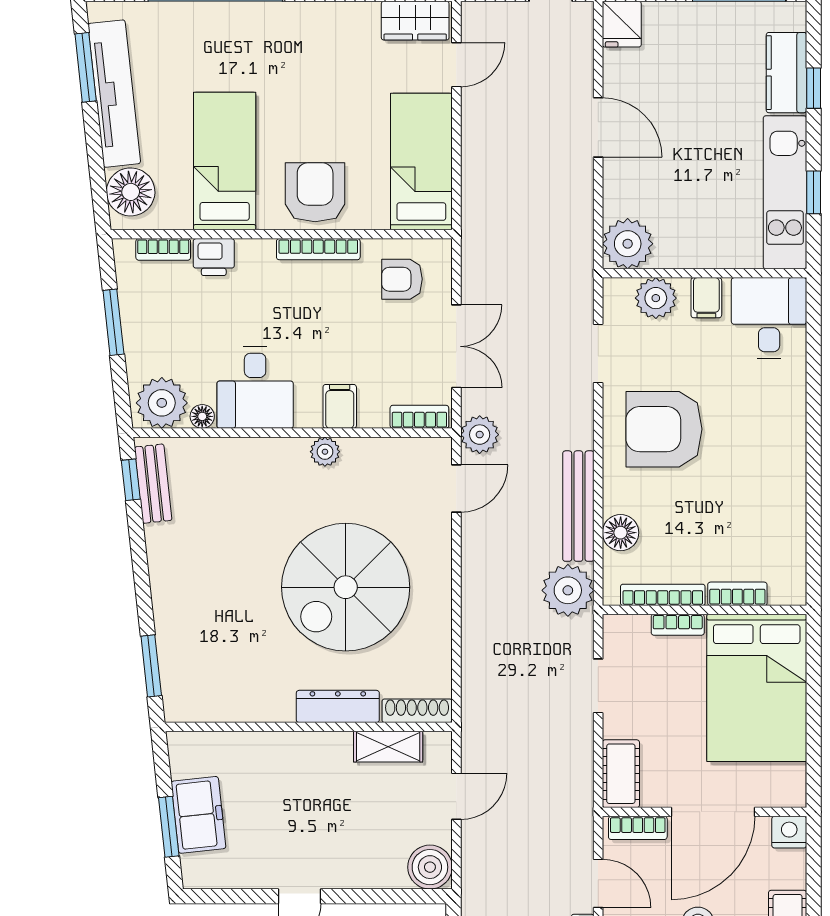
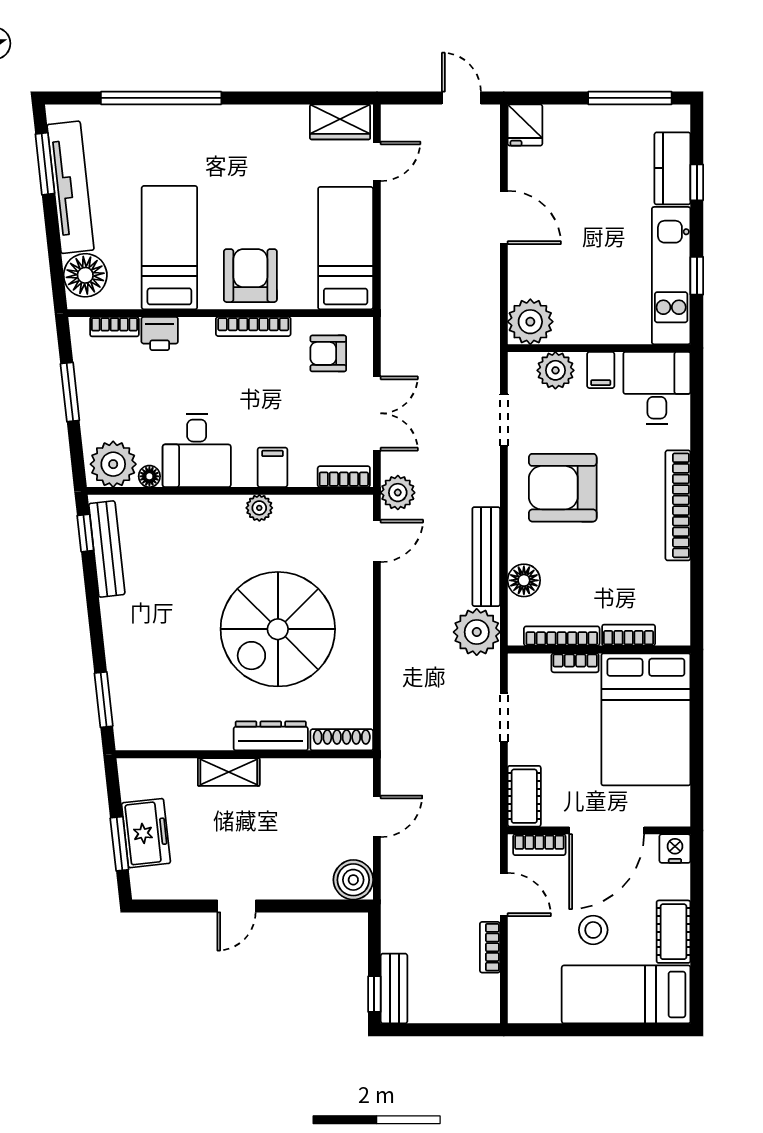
bookcase: (793, 449) -> (678, 505), added
bench: (153, 484) -> (107, 549), width x1.36
shelving: (388, 747) -> (229, 772), moved

